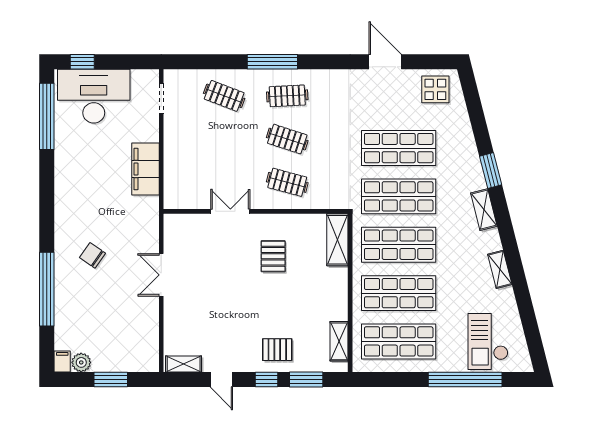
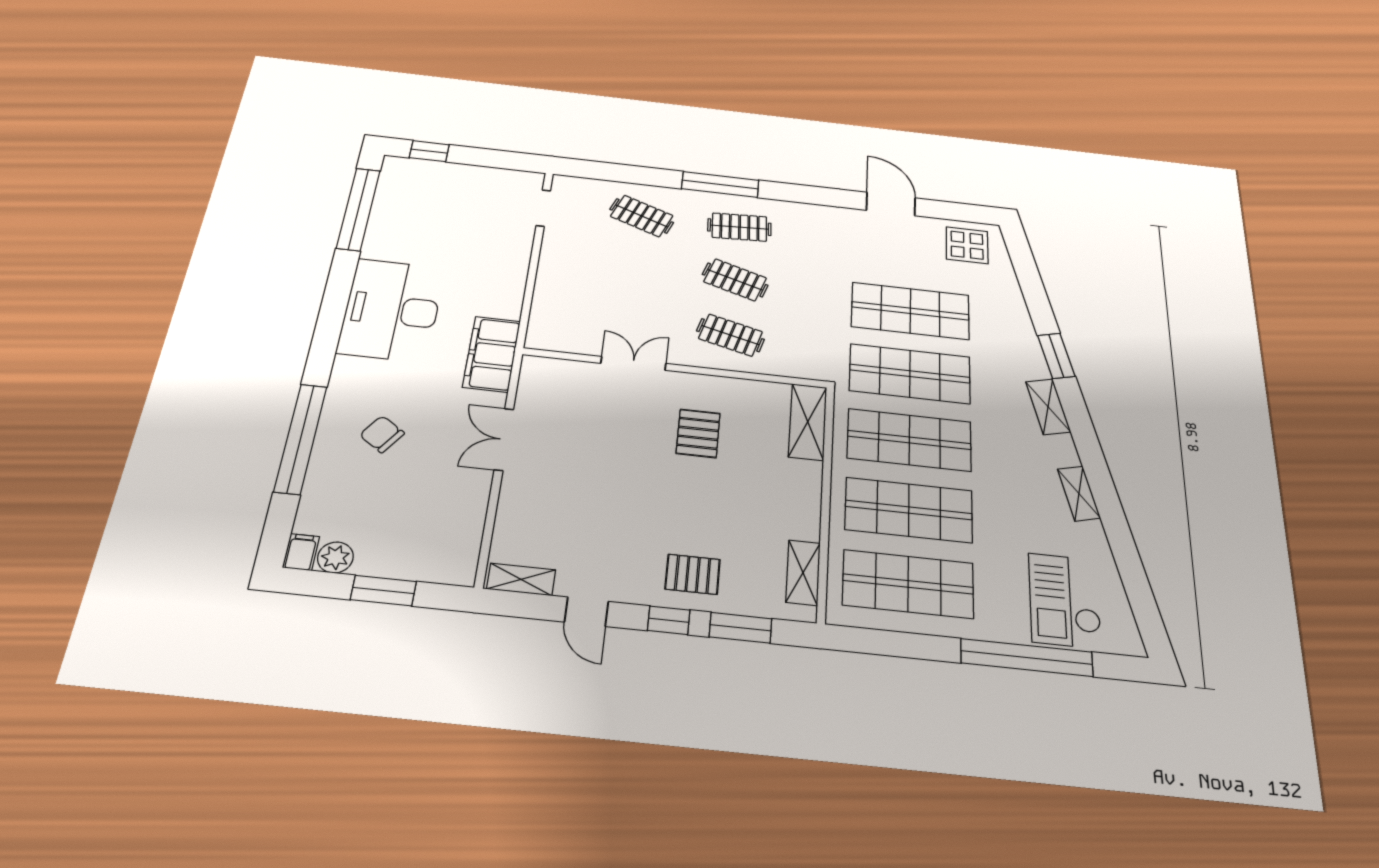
desk: (94, 96) -> (392, 310), moved, turned -90
filing cabinet: (145, 169) -> (492, 354), moved
chair: (93, 255) -> (382, 434), moved

